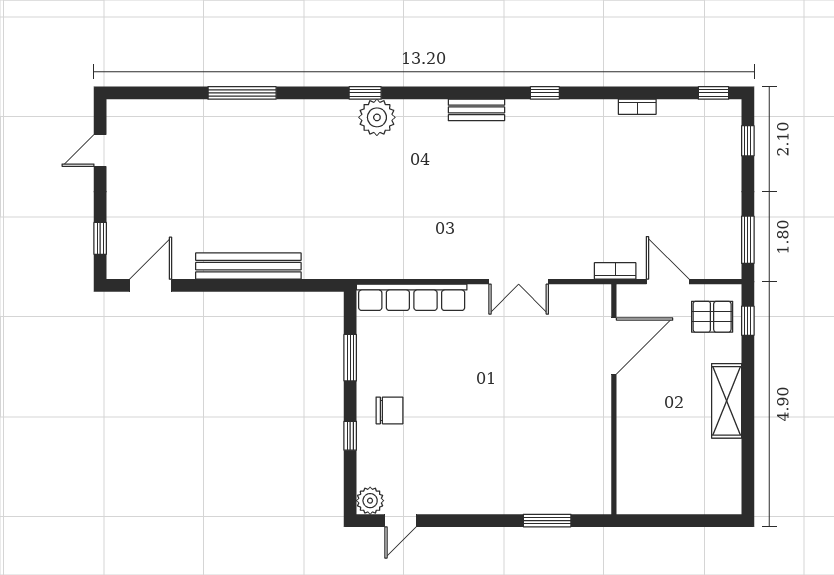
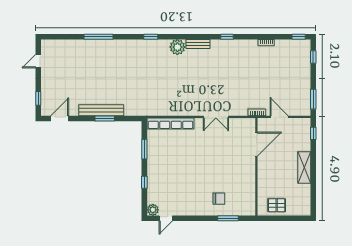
plant: (377, 117) -> (177, 47), moved
window: (257, 285) -> (105, 118), added
pallet: (712, 317) -> (277, 205), moved
chair: (389, 410) -> (219, 199), moved

